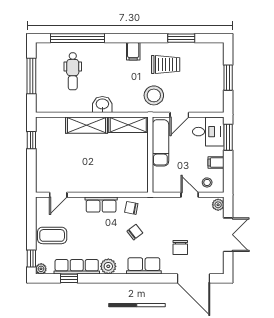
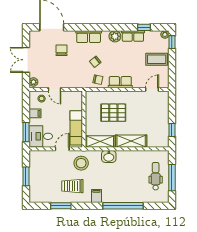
window: (78, 38) -> (123, 206), moved
dental chair: (73, 71) -> (156, 176), moved
washbasin: (102, 104) -> (109, 156), moved
pallet: (110, 163) -> (113, 113), added
row of seats: (77, 267) -> (133, 36), width x0.68

